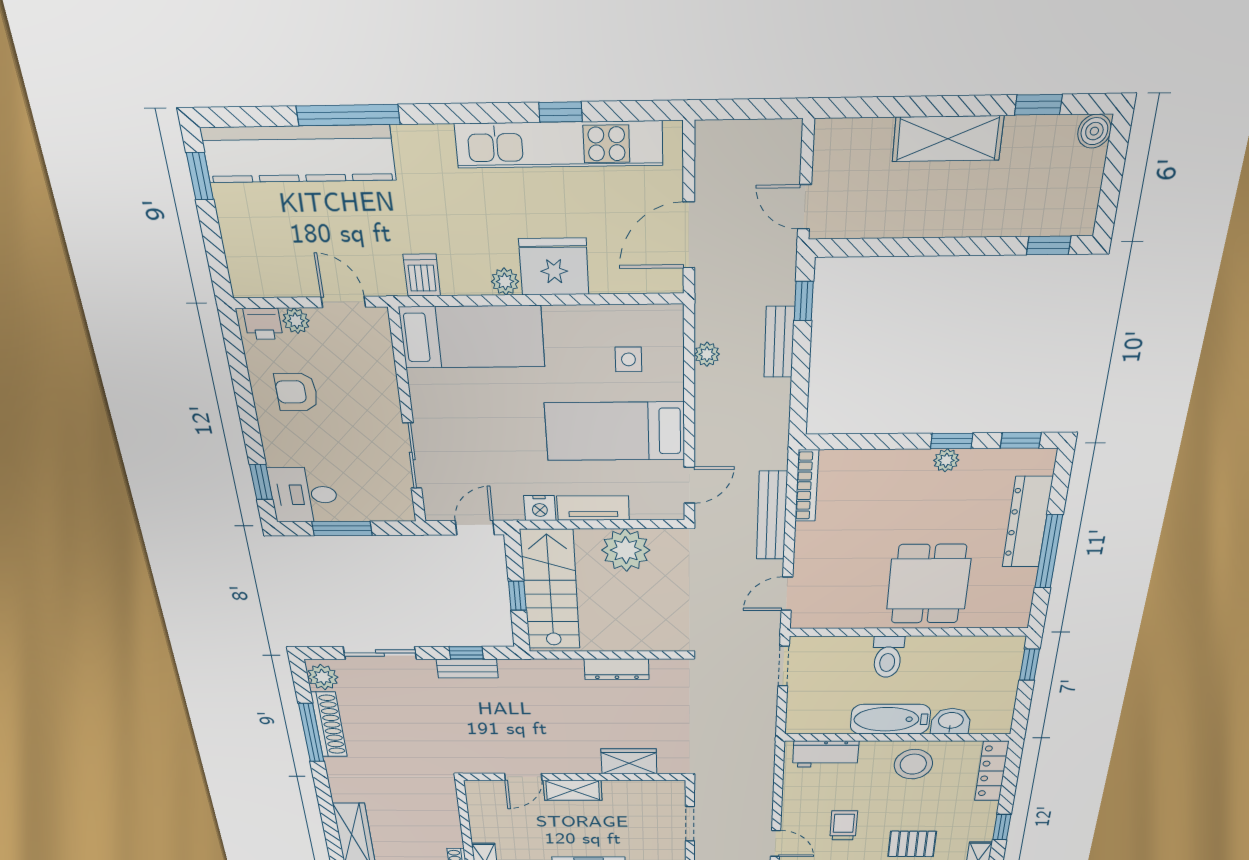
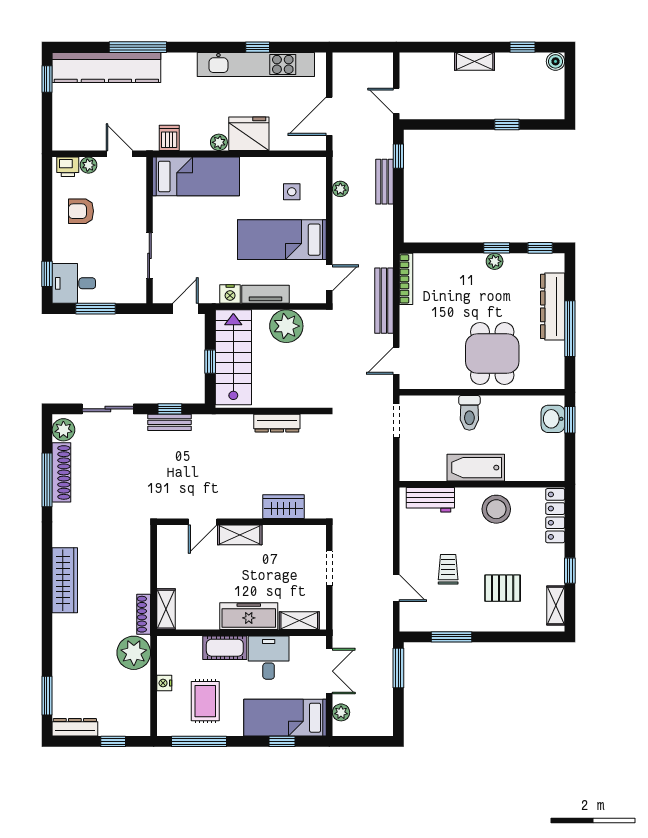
shelving: (948, 139) -> (475, 61), width x0.67, depth x0.75
window: (1049, 245) -> (507, 125), moved
washbasin: (951, 721) -> (553, 419), moved, turned -90

